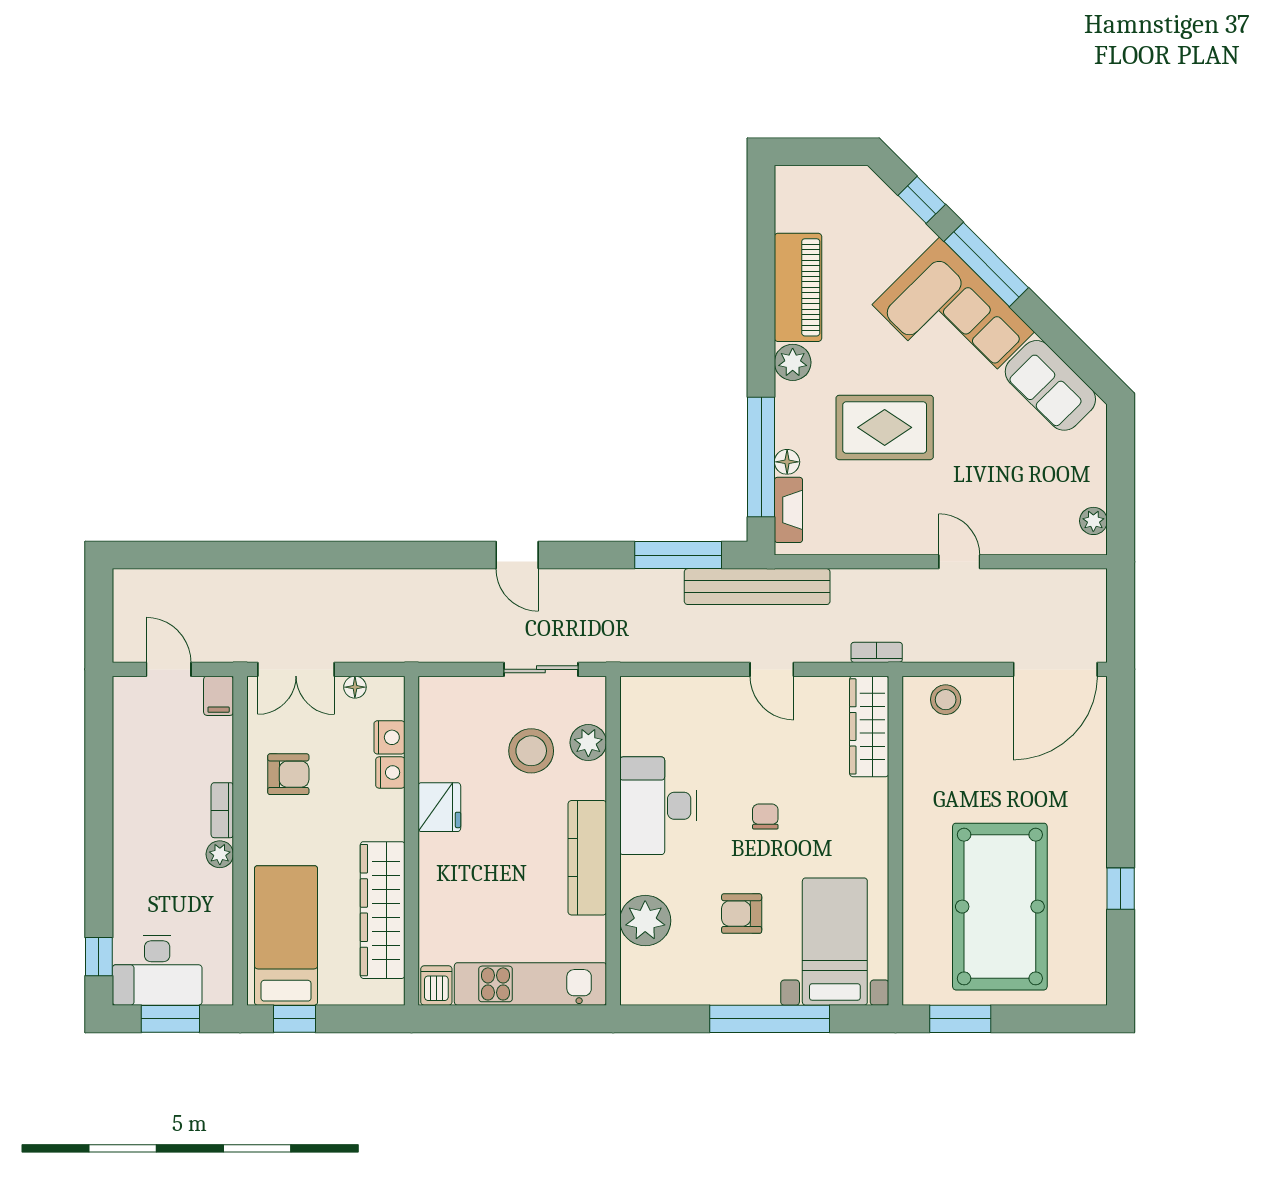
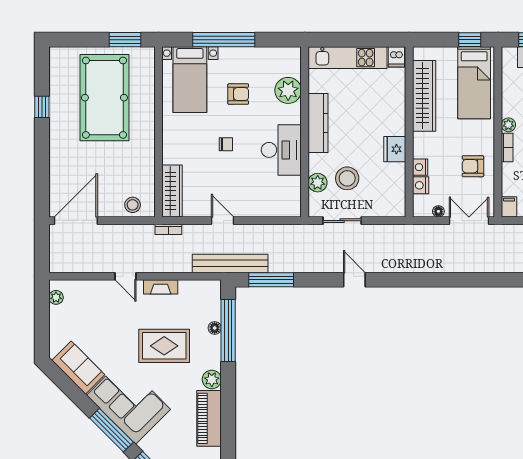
fireplace: (788, 510) -> (161, 287), moved, turned -90
chair: (765, 817) -> (226, 144), turned -90

